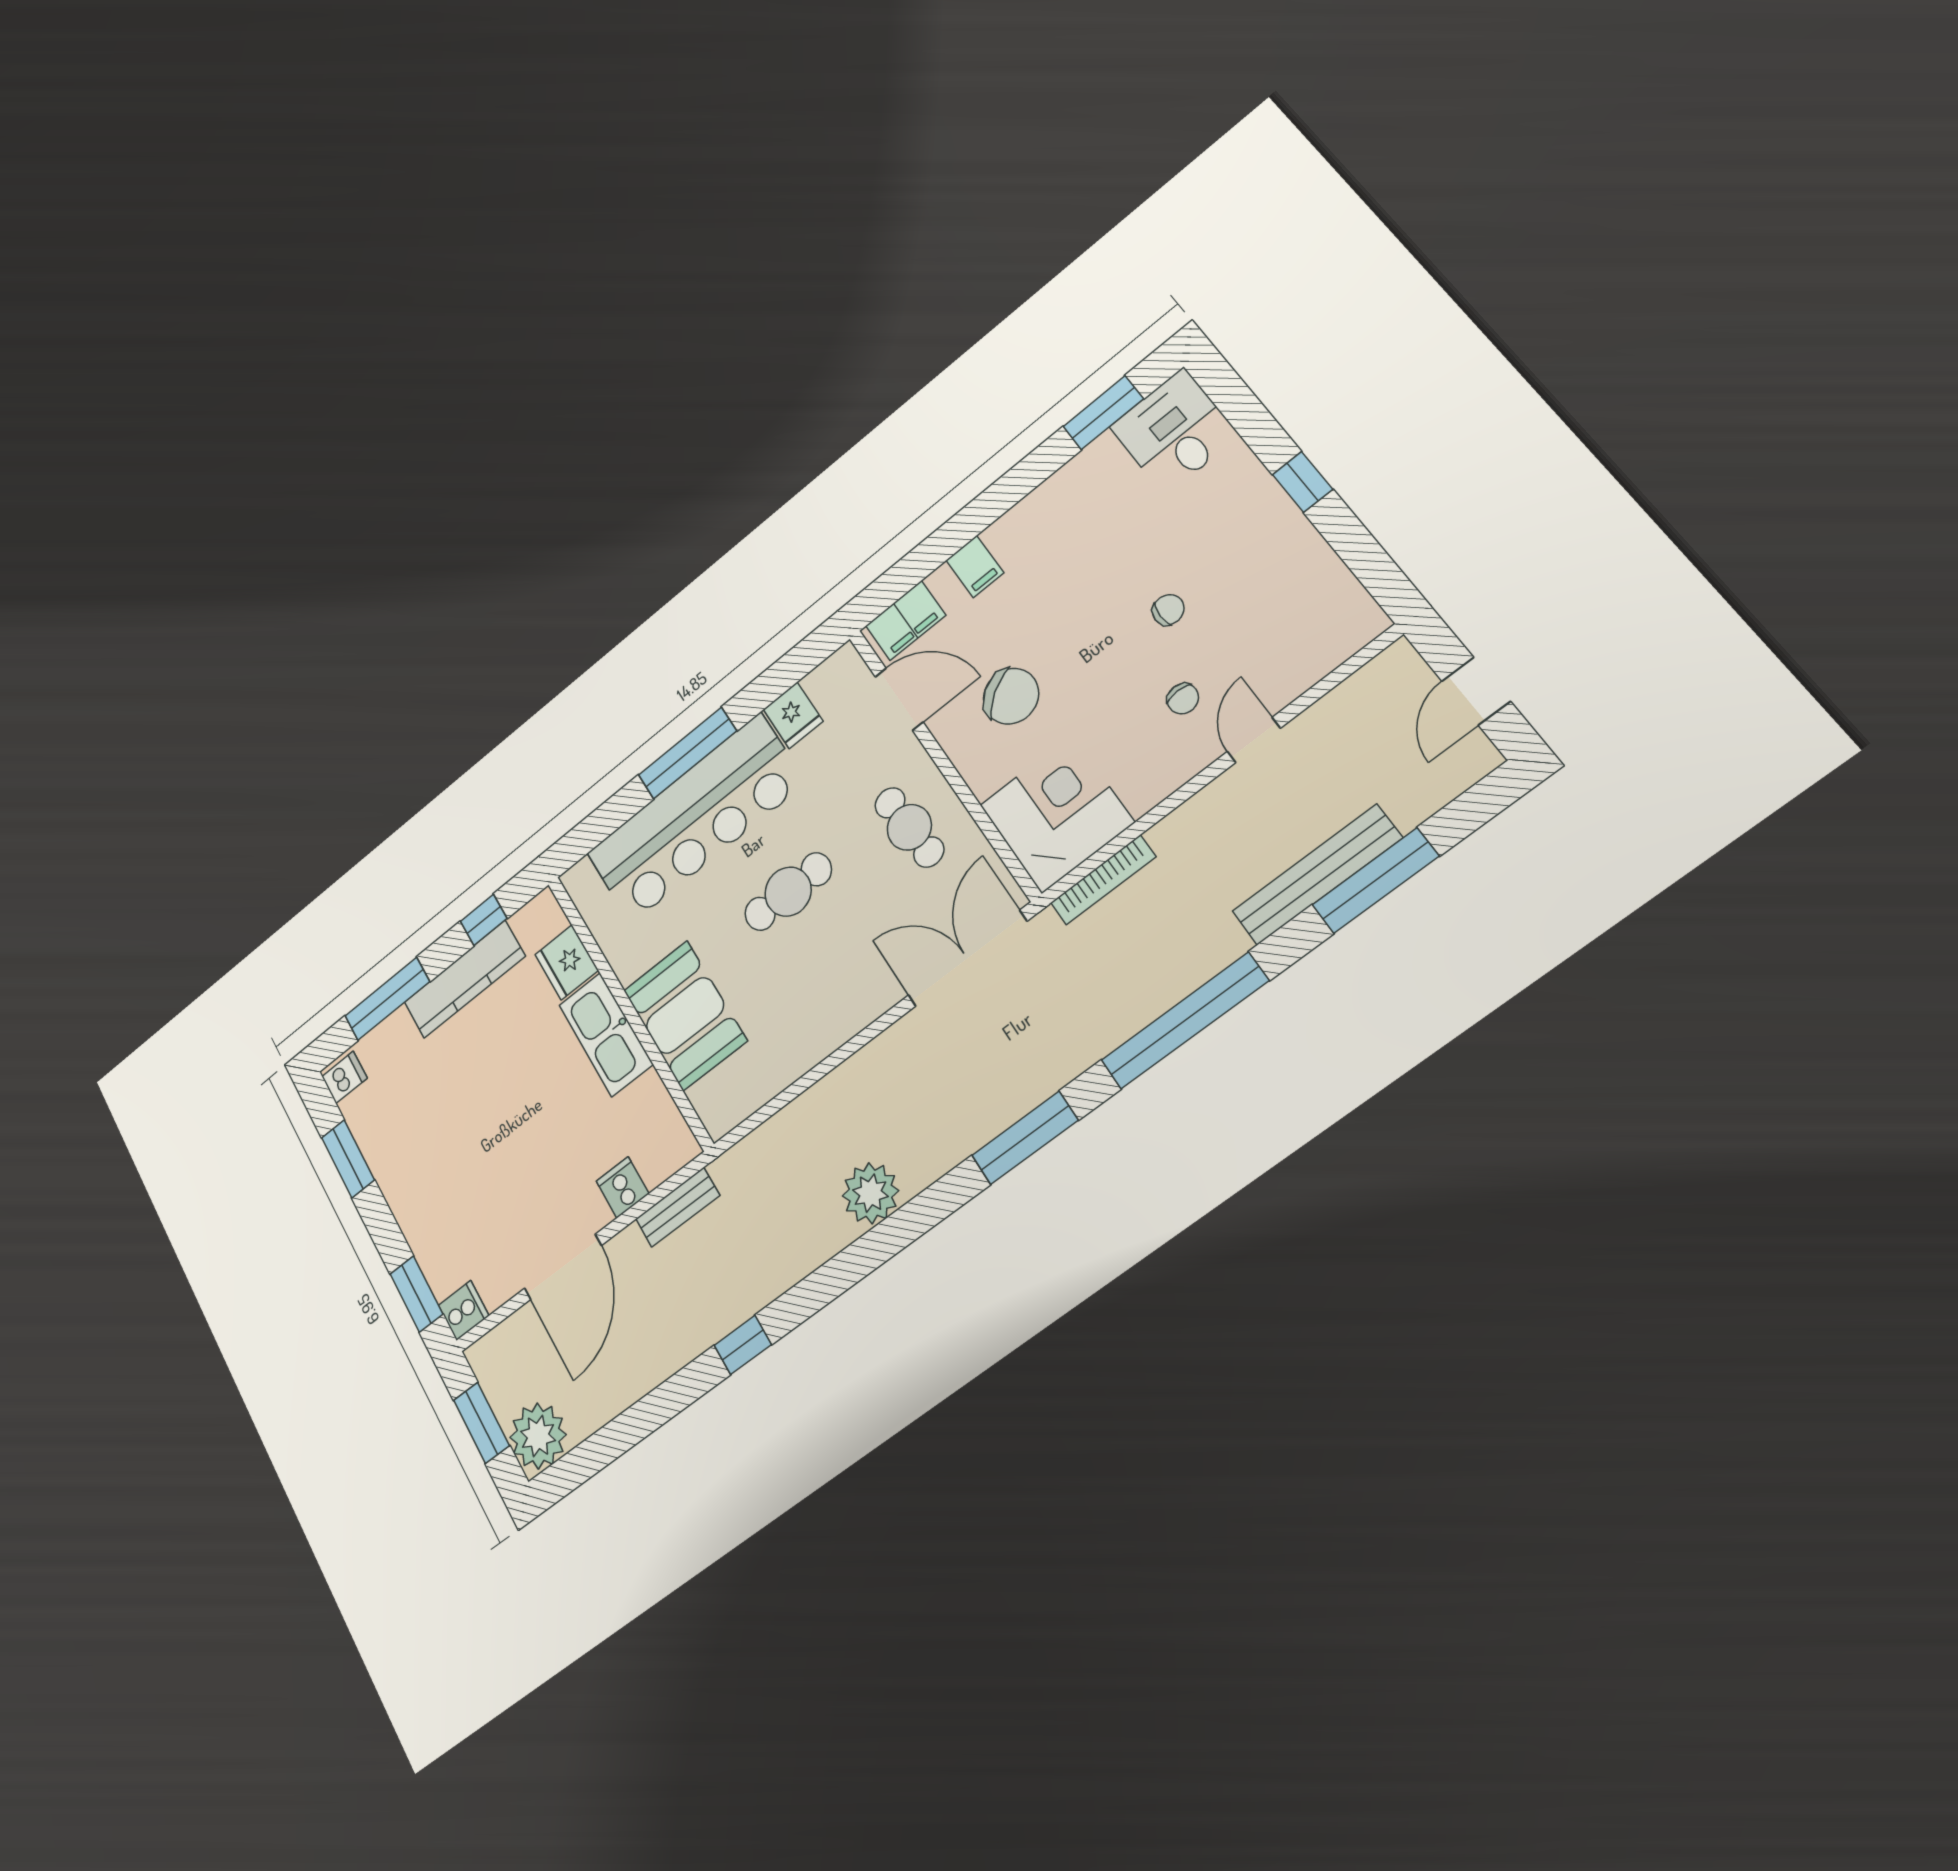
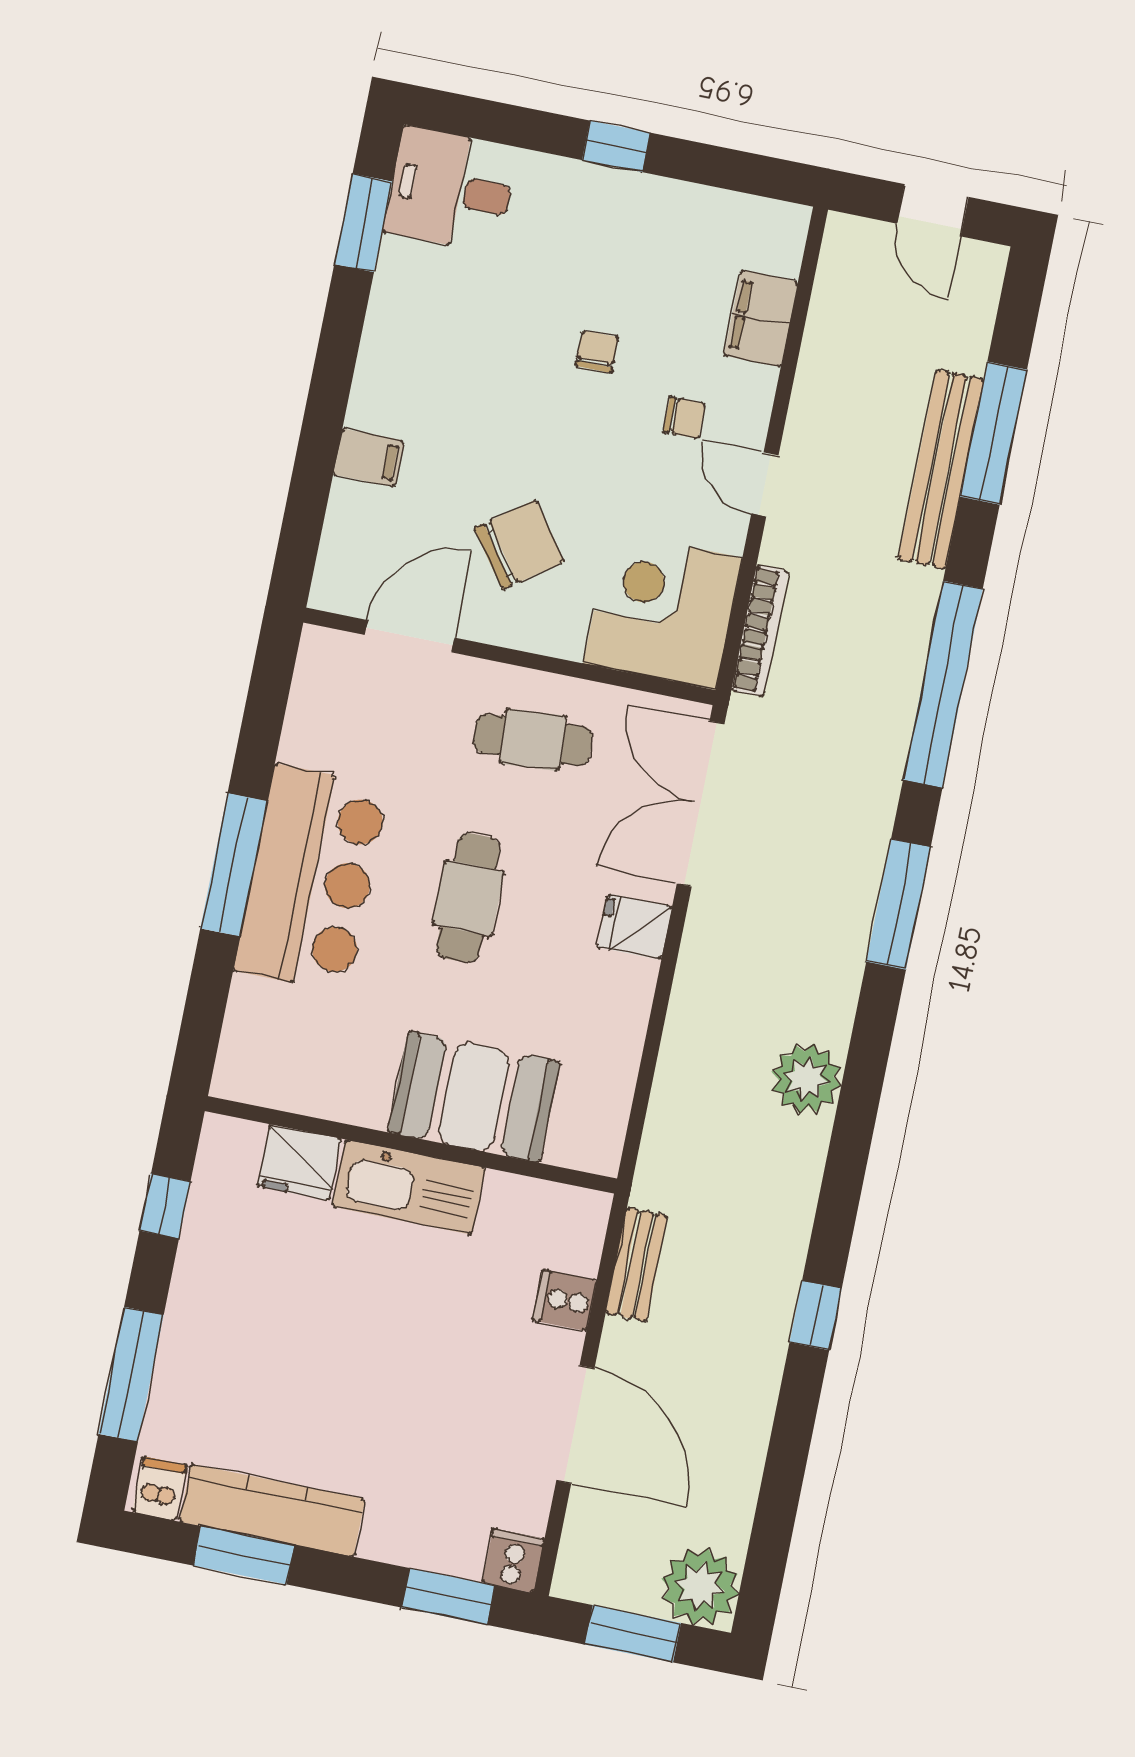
filing cabinet: (906, 621) -> (761, 318), moved, turned 180
fridge: (793, 715) -> (635, 927), moved, turned 180
door: (1254, 740) -> (765, 485), moved
bar counter: (695, 819) -> (312, 878), width x0.73
kitchen counter: (465, 979) -> (272, 1510), moved, turned -90

